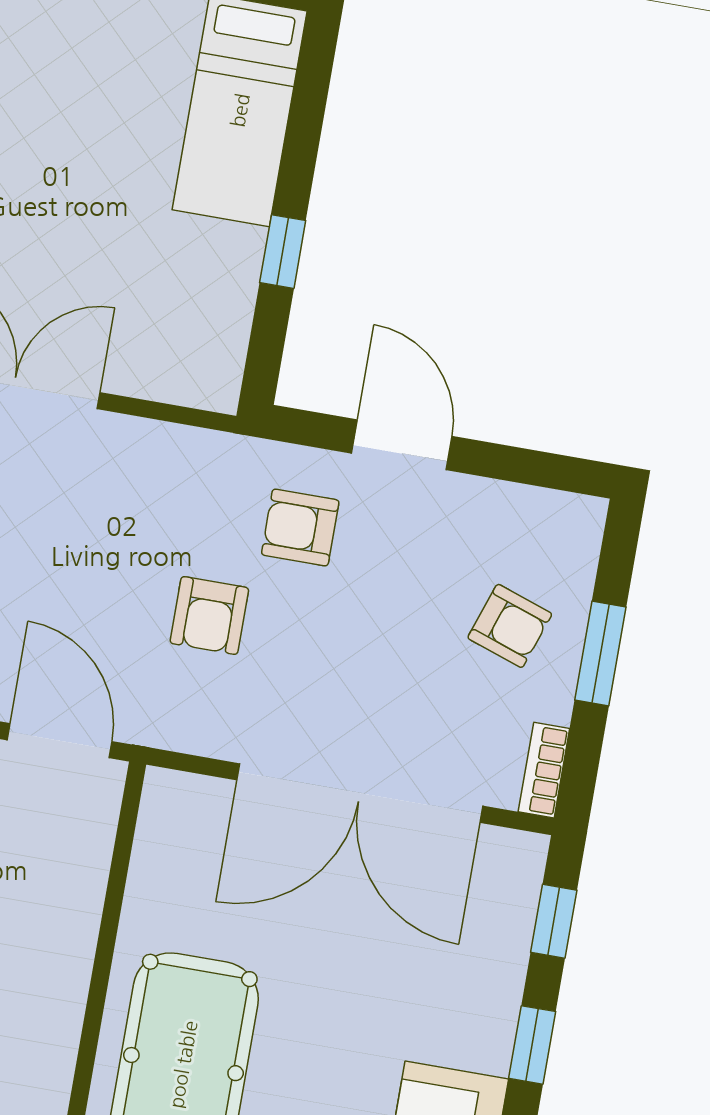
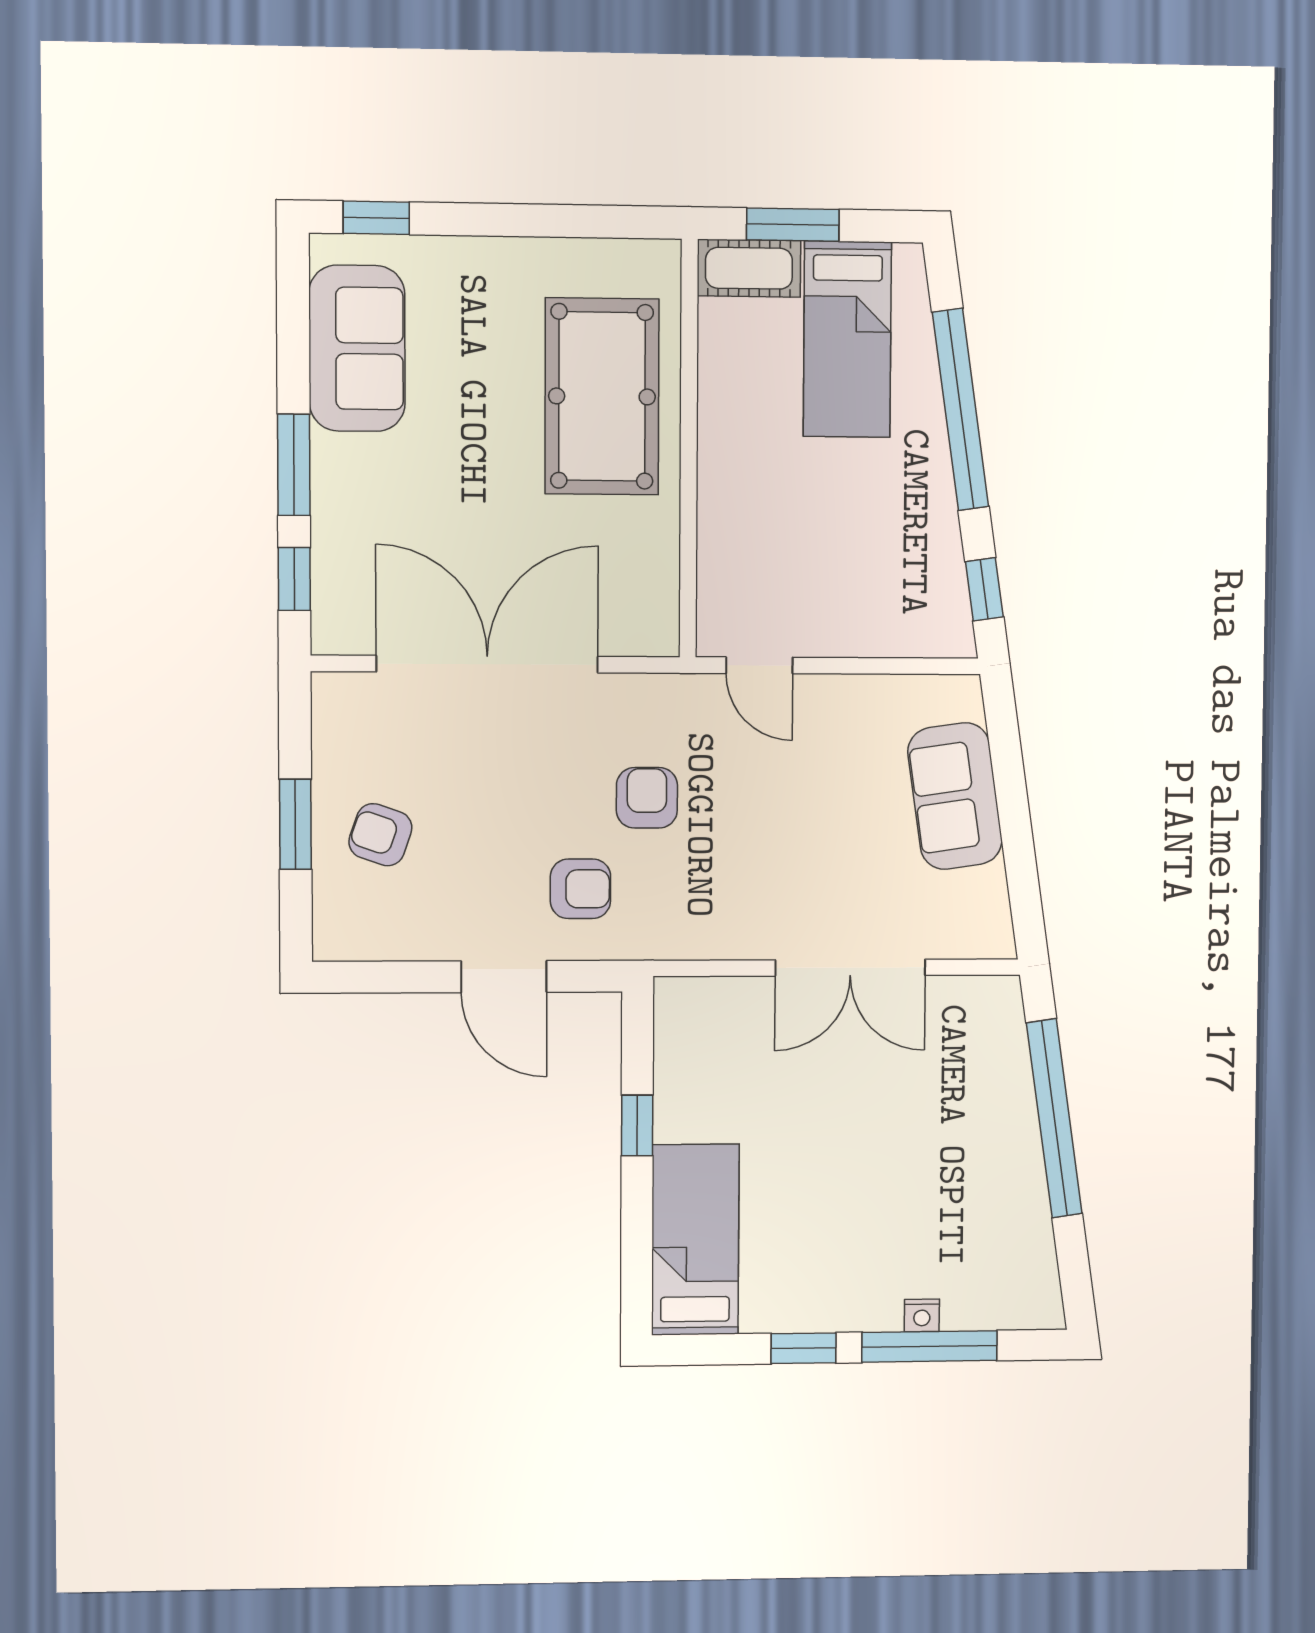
door: (60, 741) -> (759, 665), width x0.73
bookcase: (544, 770) -> (327, 712), removed
window: (532, 1045) -> (294, 465), width x1.50

